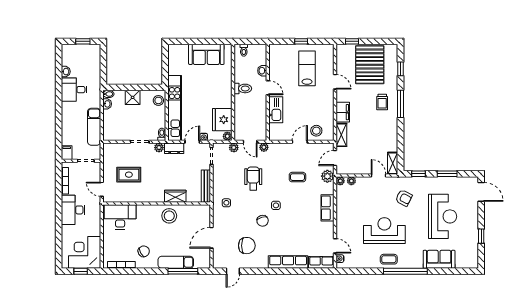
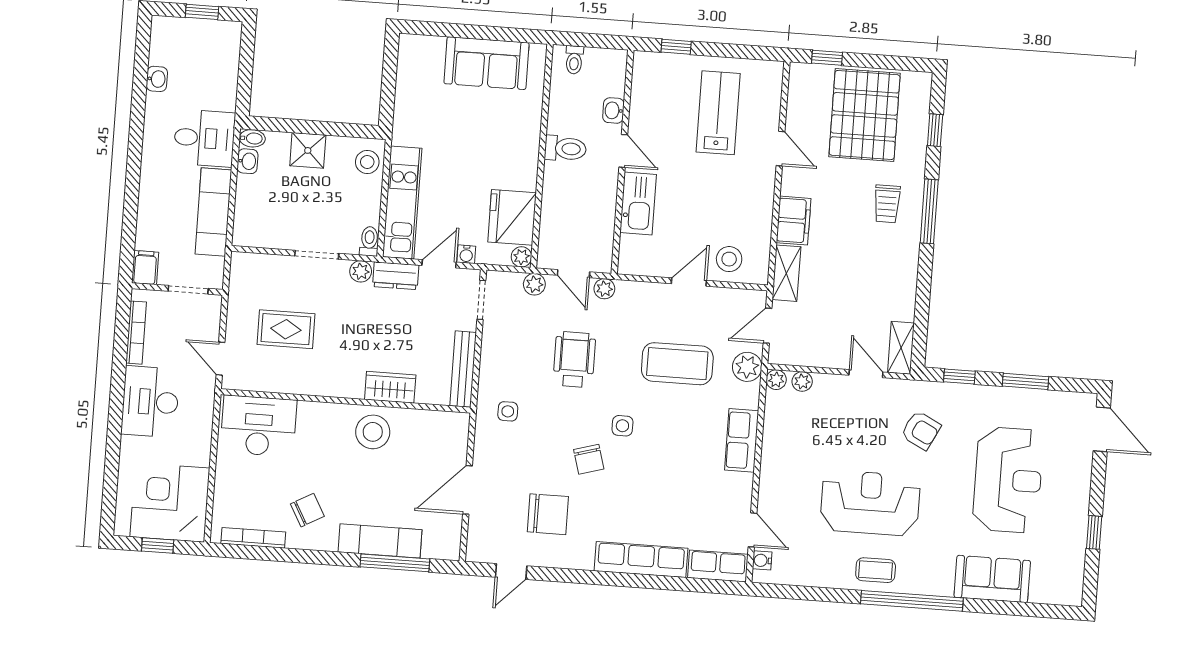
window: (301, 41) -> (676, 47), moved
desk: (74, 90) -> (204, 138), moved, turned 180
kitchen unit: (175, 108) -> (402, 203), width x0.73
coffee table: (297, 177) -> (677, 364), width x1.86, depth x1.72

